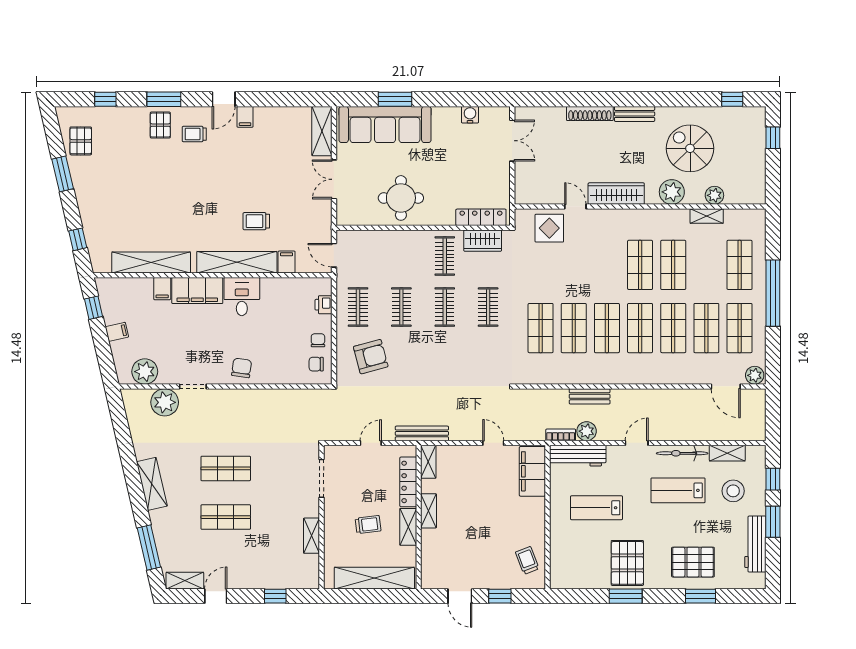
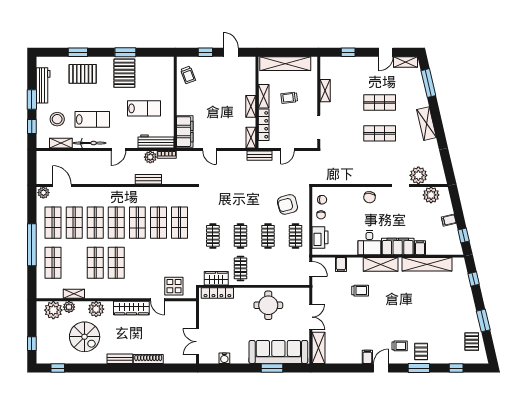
plant: (739, 190) -> (53, 310), added
shelving: (237, 262) -> (381, 264), width x0.68
printer: (324, 305) -> (320, 237), width x1.87, depth x1.48
bench: (422, 433) -> (259, 156), width x0.73

